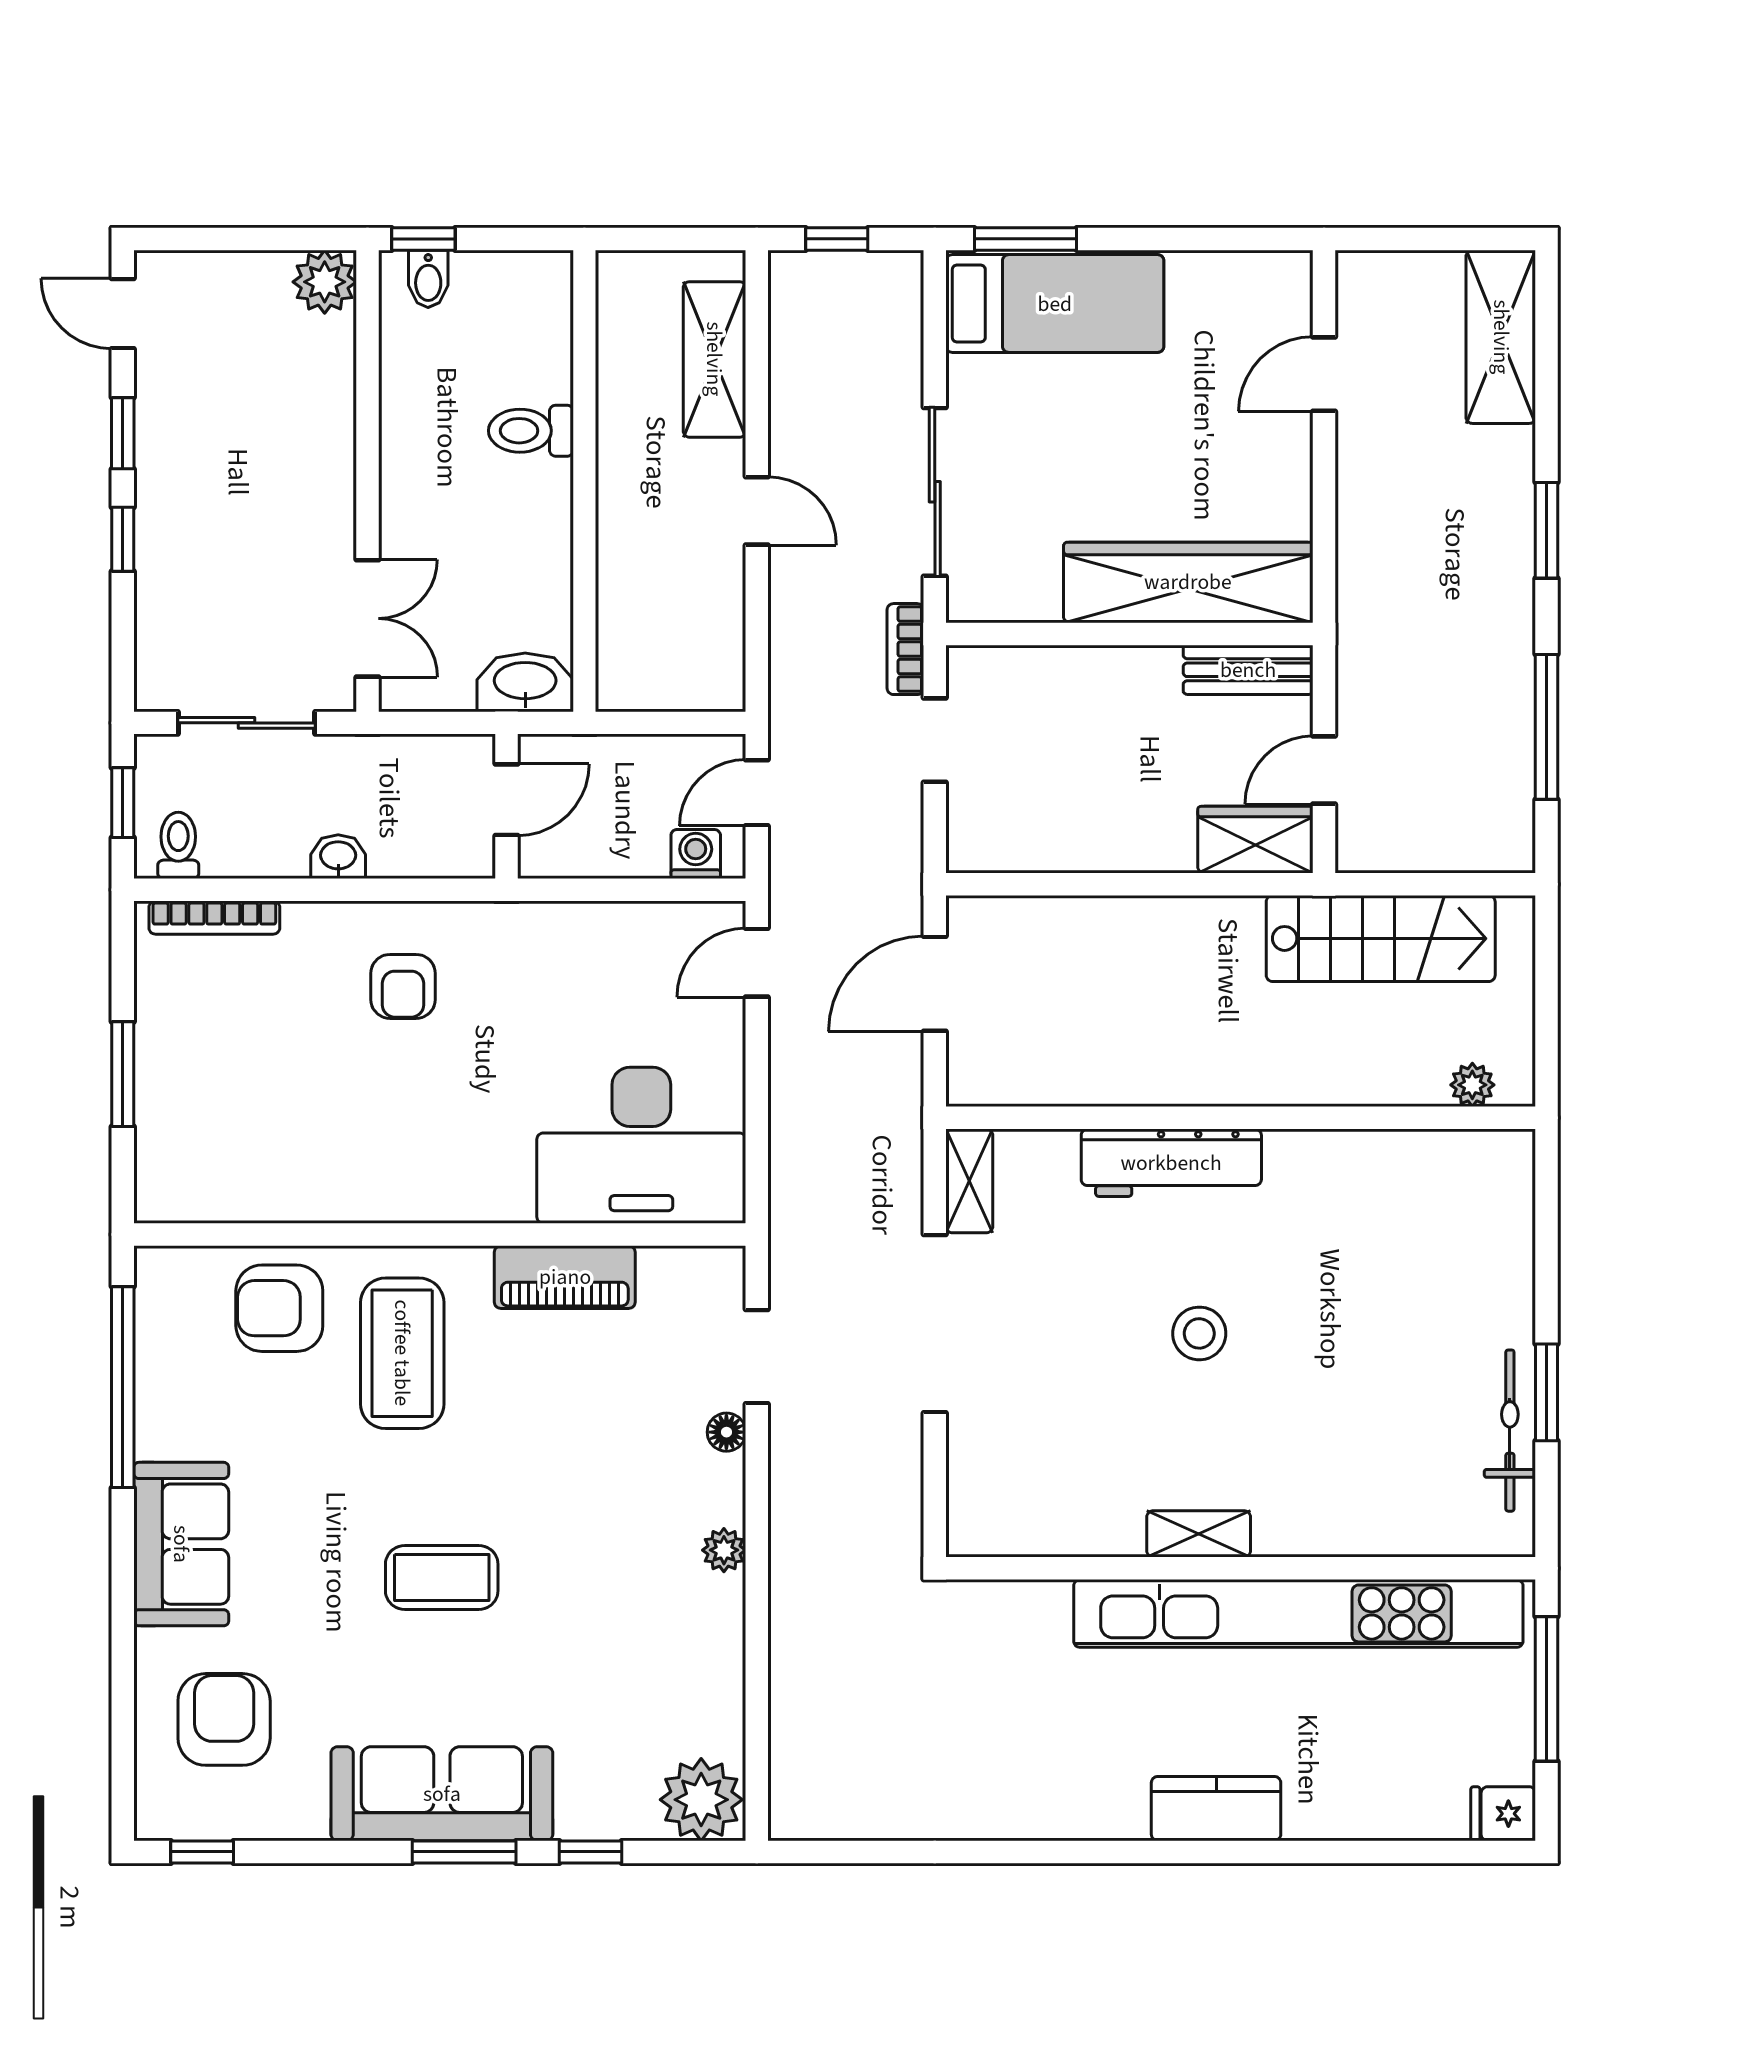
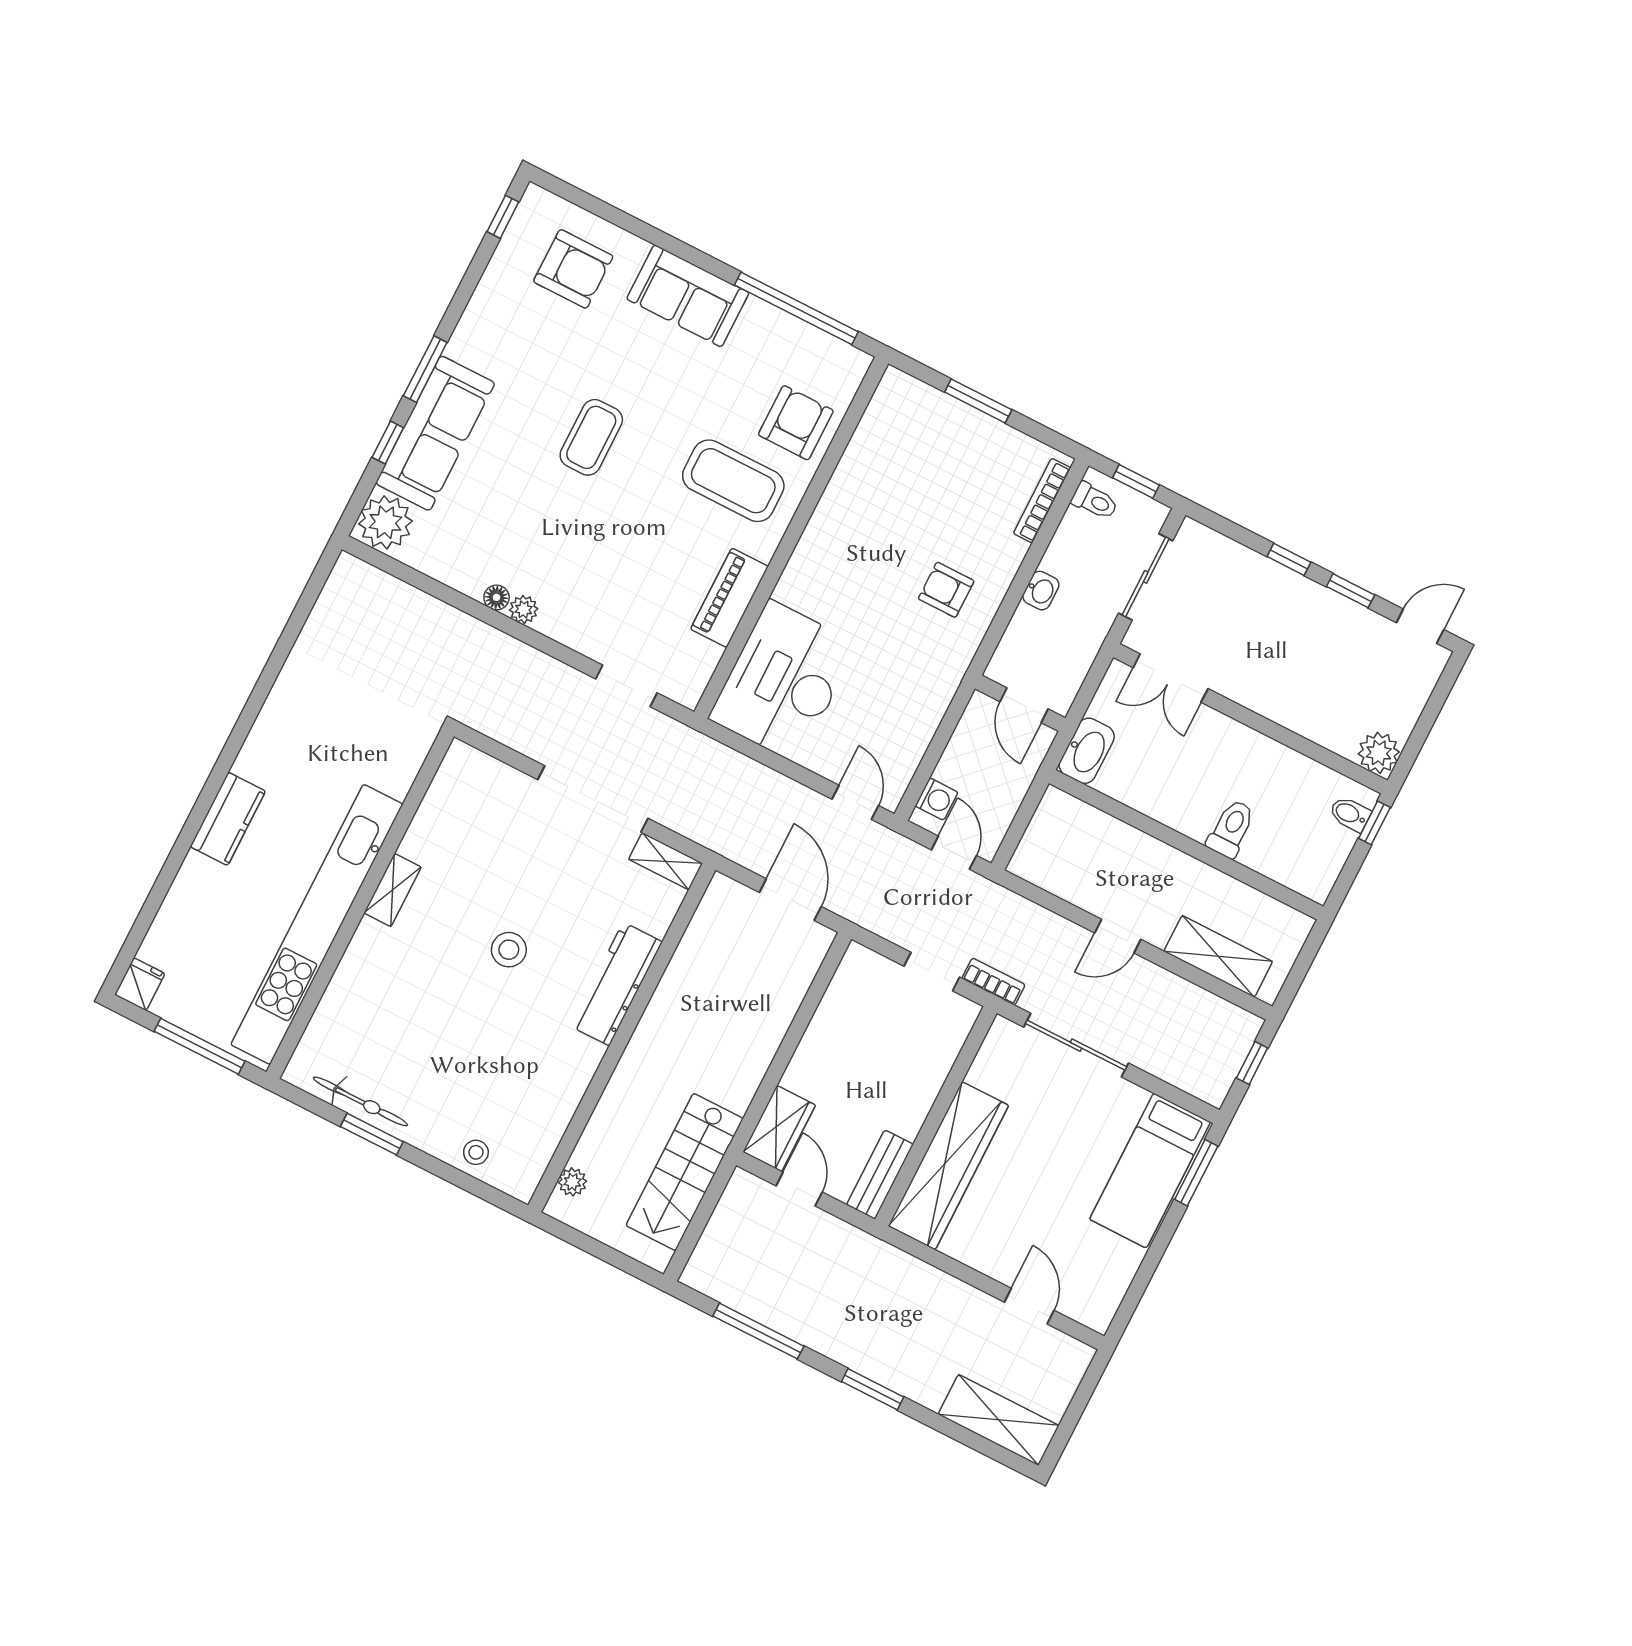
stool: (1499, 1237) -> (476, 1152), added
floor lamp: (726, 1432) -> (497, 597), moved
sofa: (442, 1794) -> (435, 433), moved

